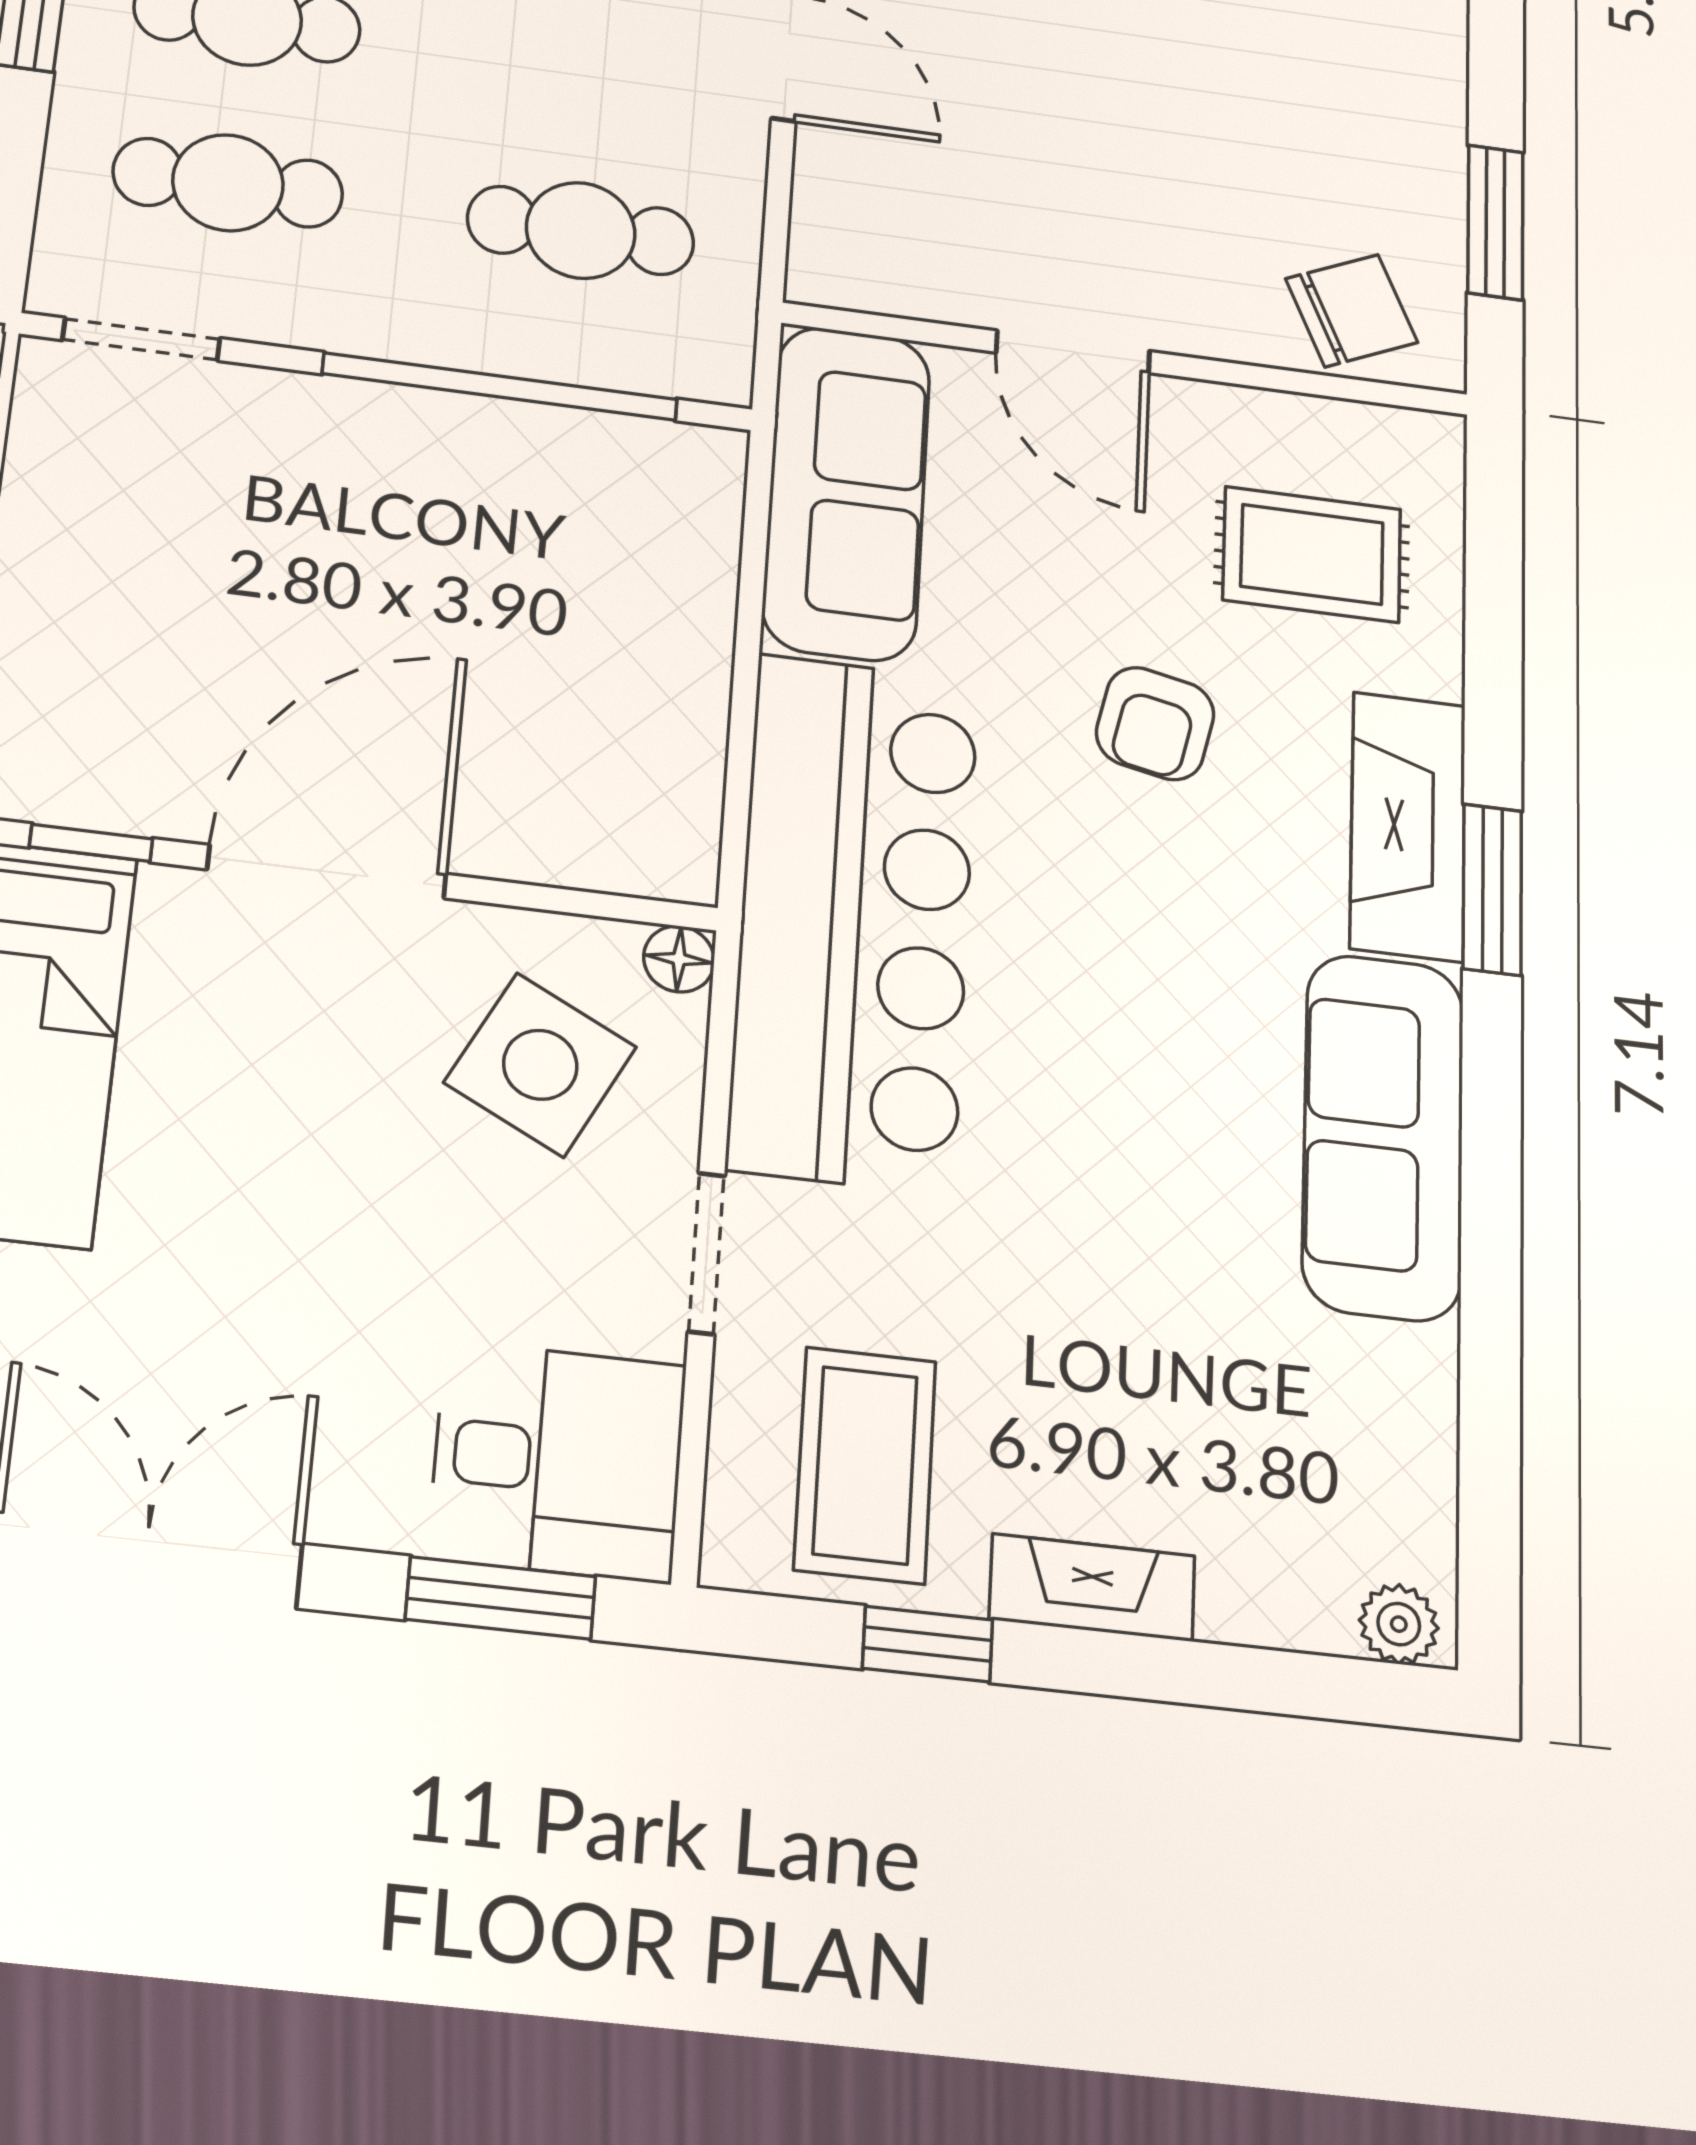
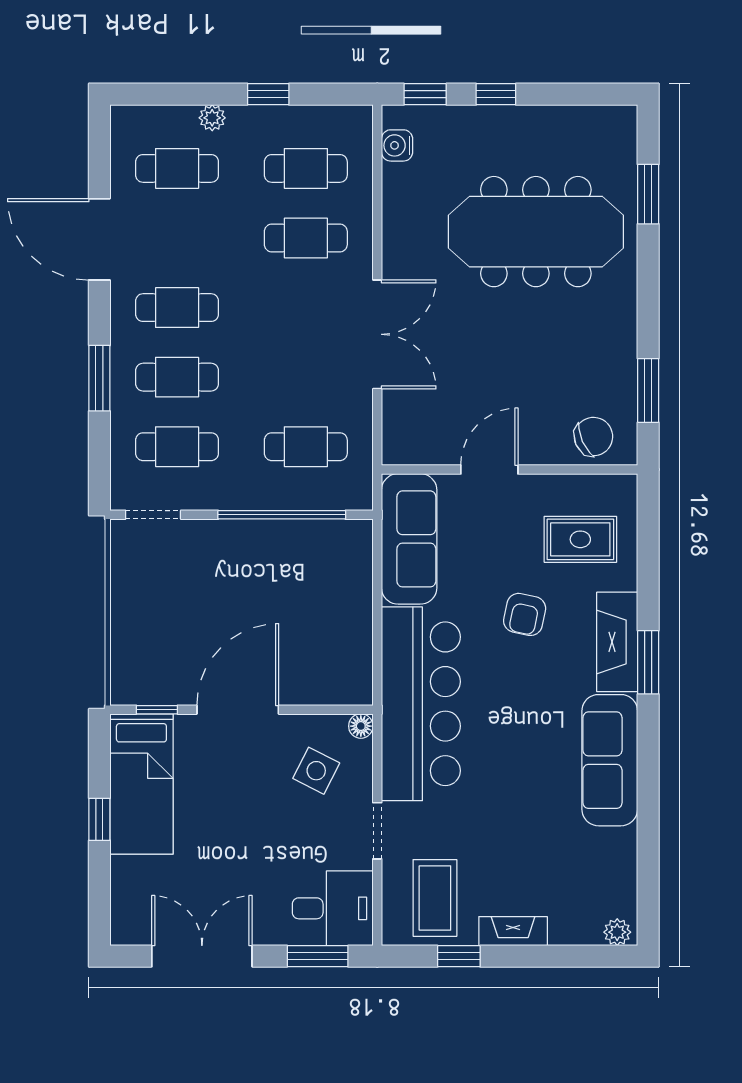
door: (1073, 352) -> (489, 469), swing flipped
side table: (540, 1065) -> (316, 771), width x0.73, depth x0.73

